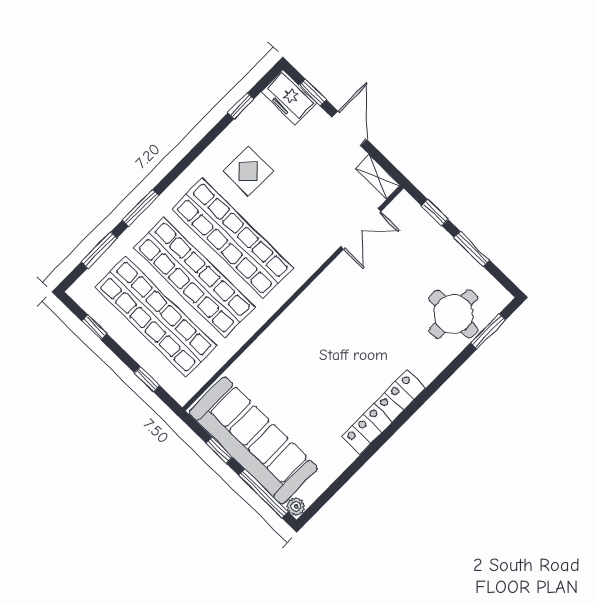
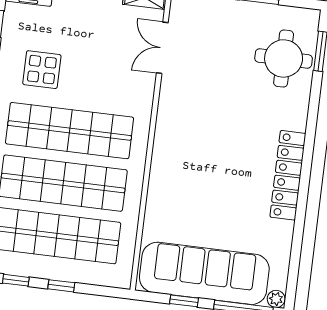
double door: (361, 229) -> (162, 48), swing flipped
window: (147, 379) -> (61, 286), moved

